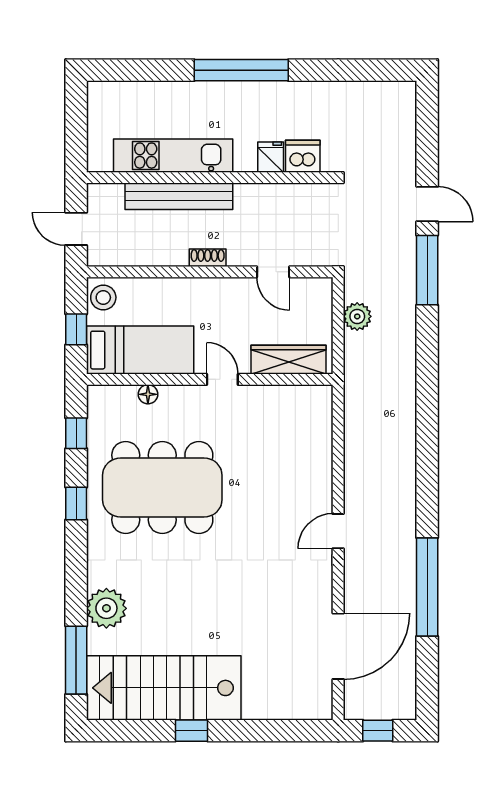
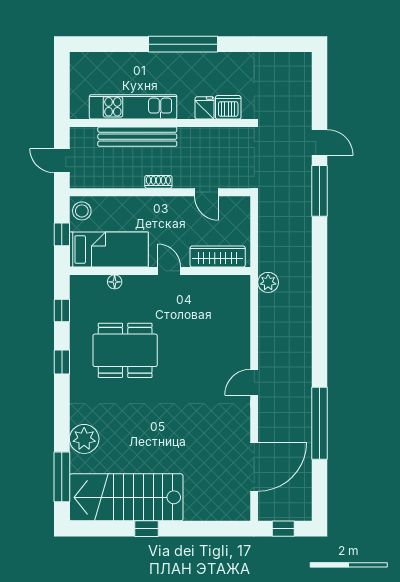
plant: (357, 316) -> (268, 282), moved
dining table: (162, 488) -> (125, 350), width x0.73, depth x0.80

